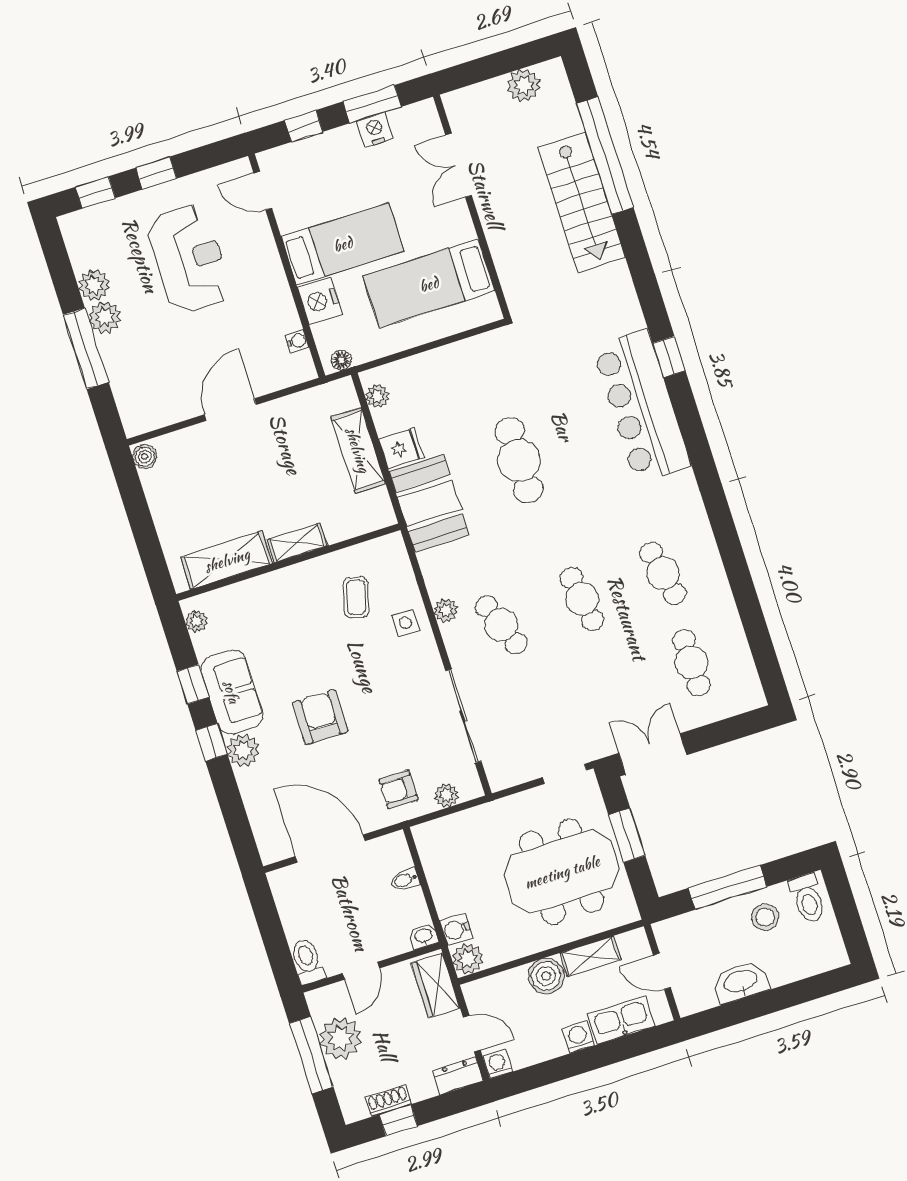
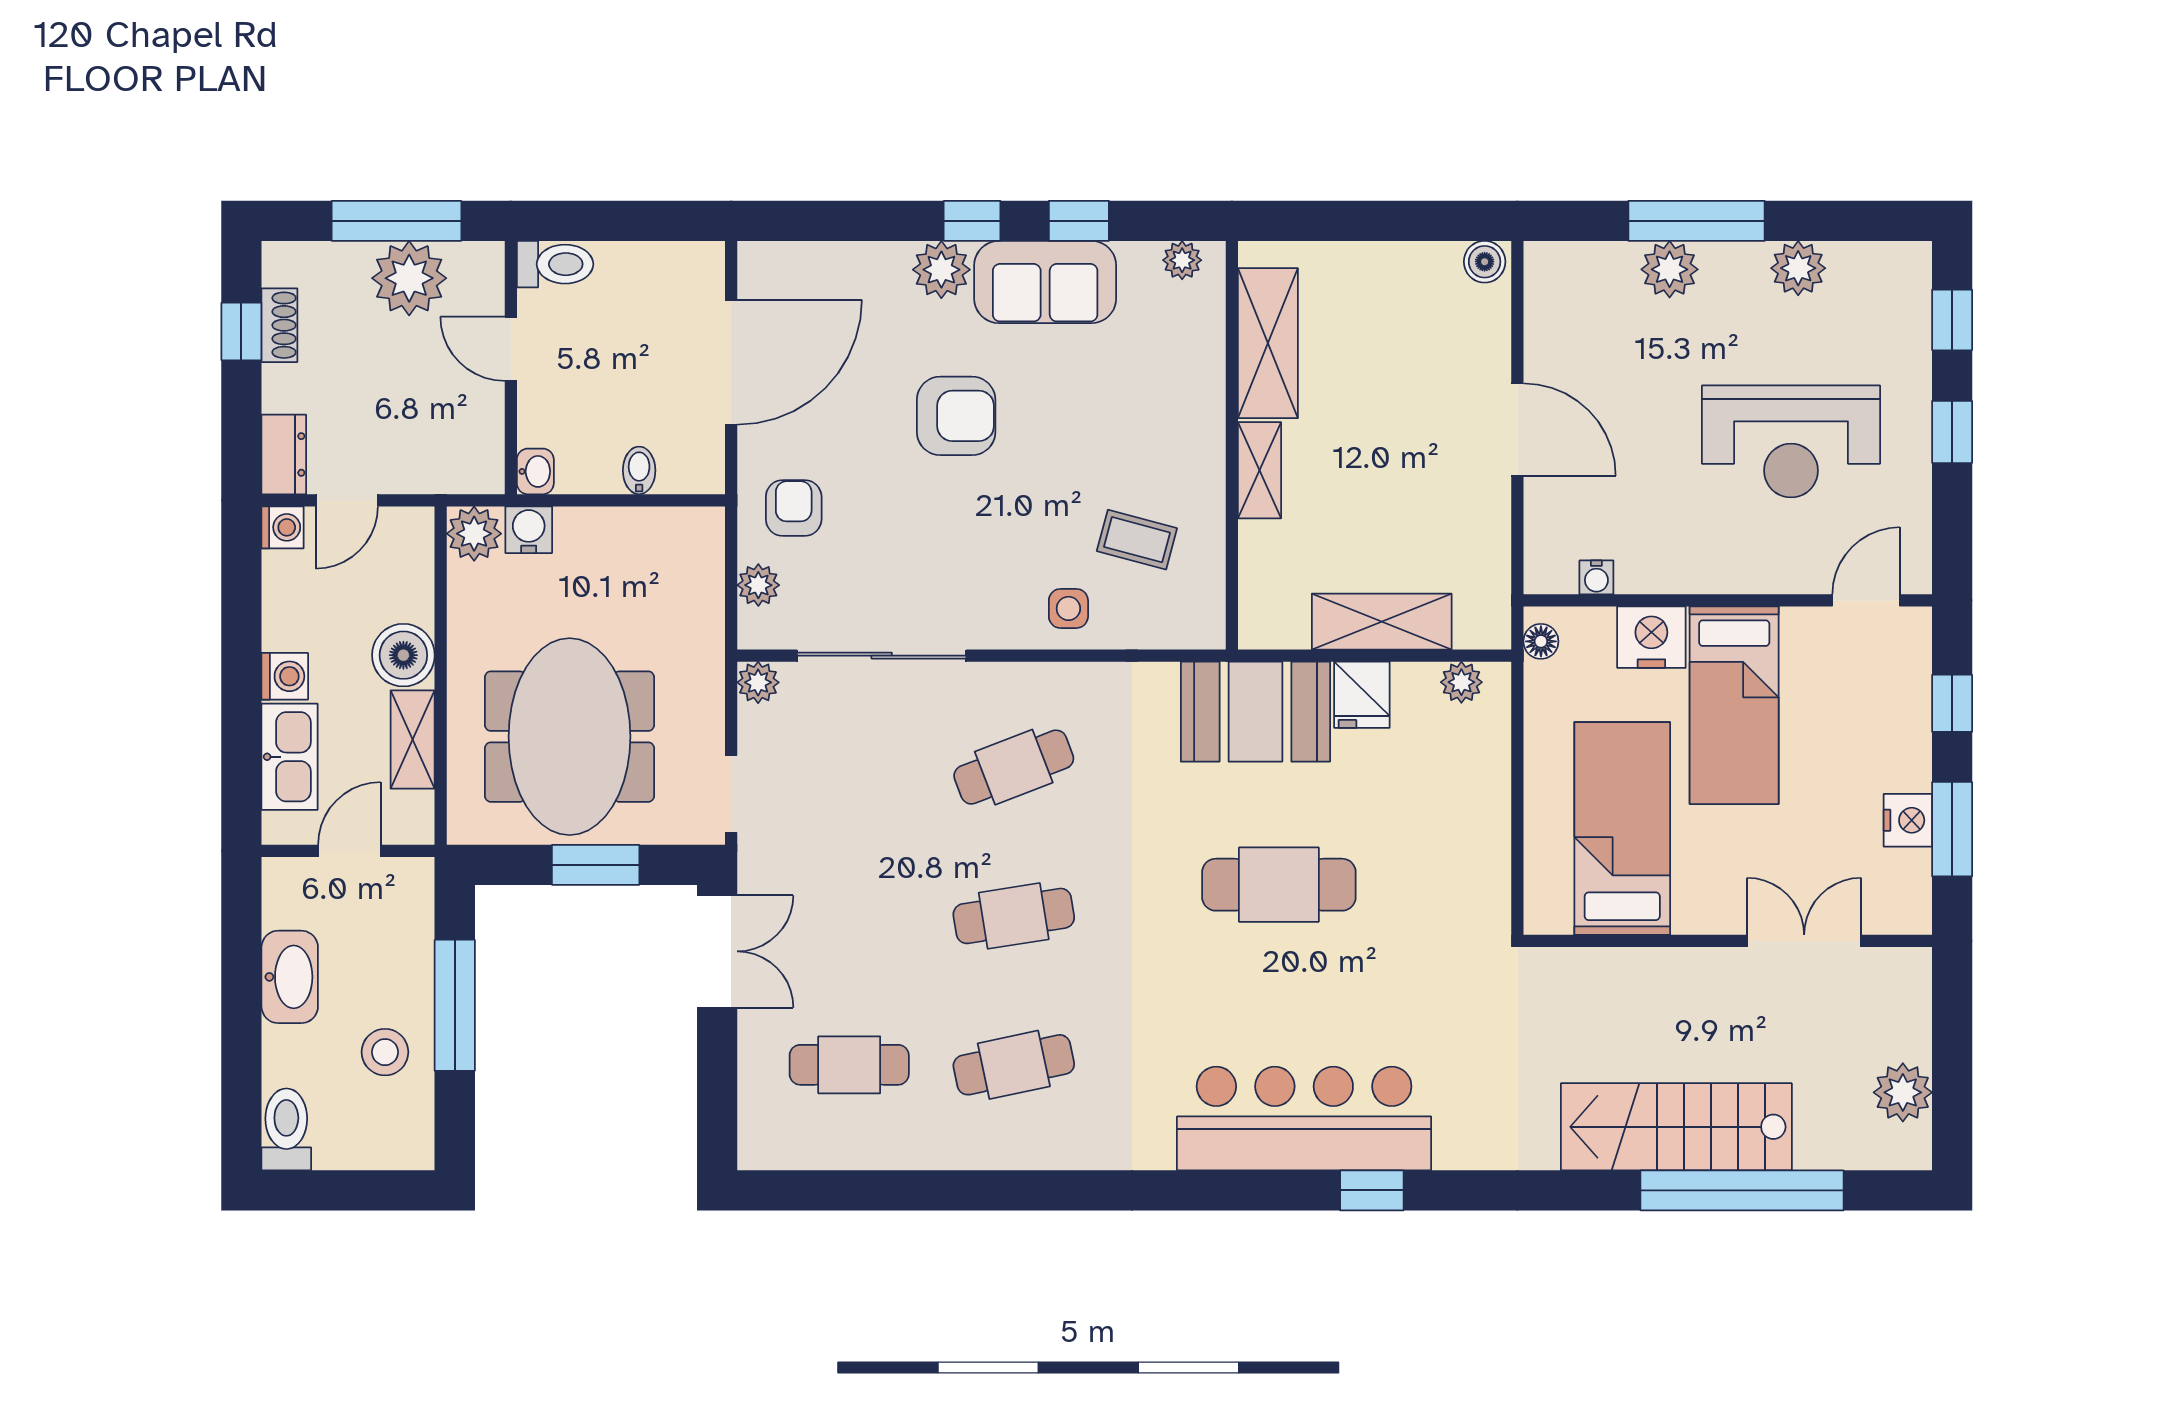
plant: (105, 317) -> (1670, 269), moved
plant: (446, 610) -> (758, 682), moved
toilet: (808, 898) -> (286, 1129), moved, turned 90
wardrobe: (435, 986) -> (446, 465), removed

